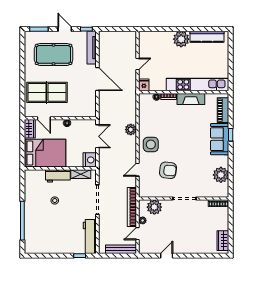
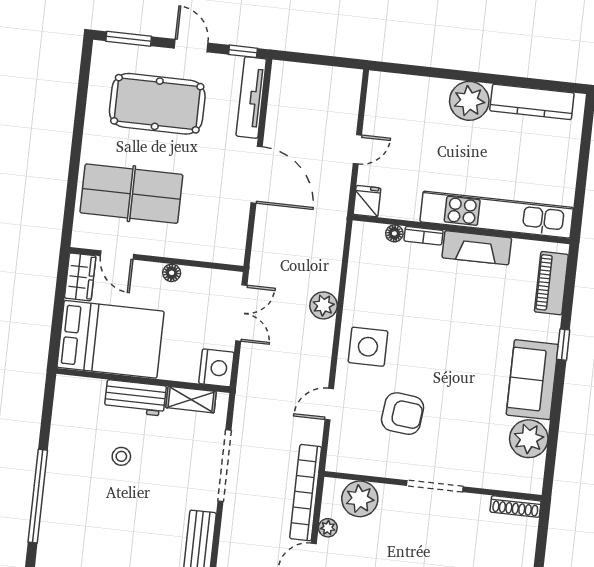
sofa: (220, 139) -> (532, 380), moved

